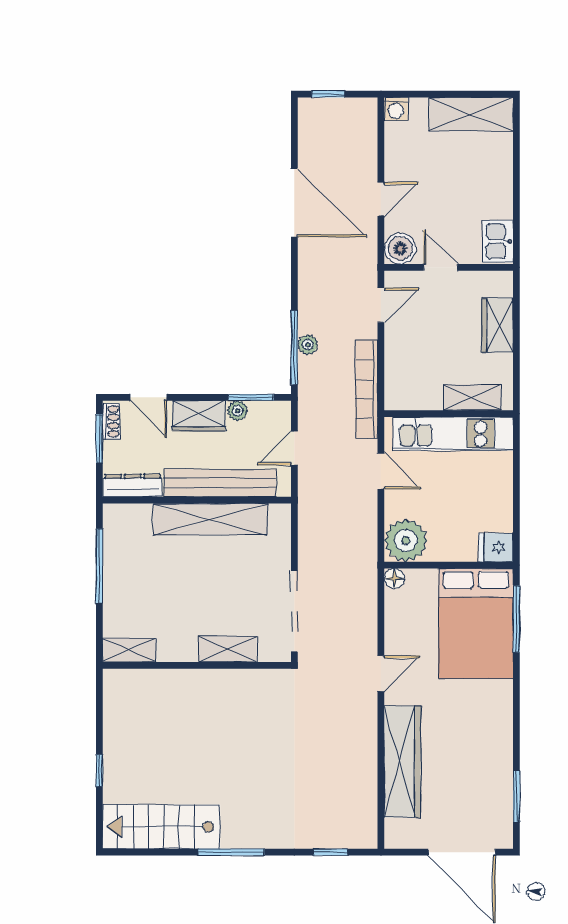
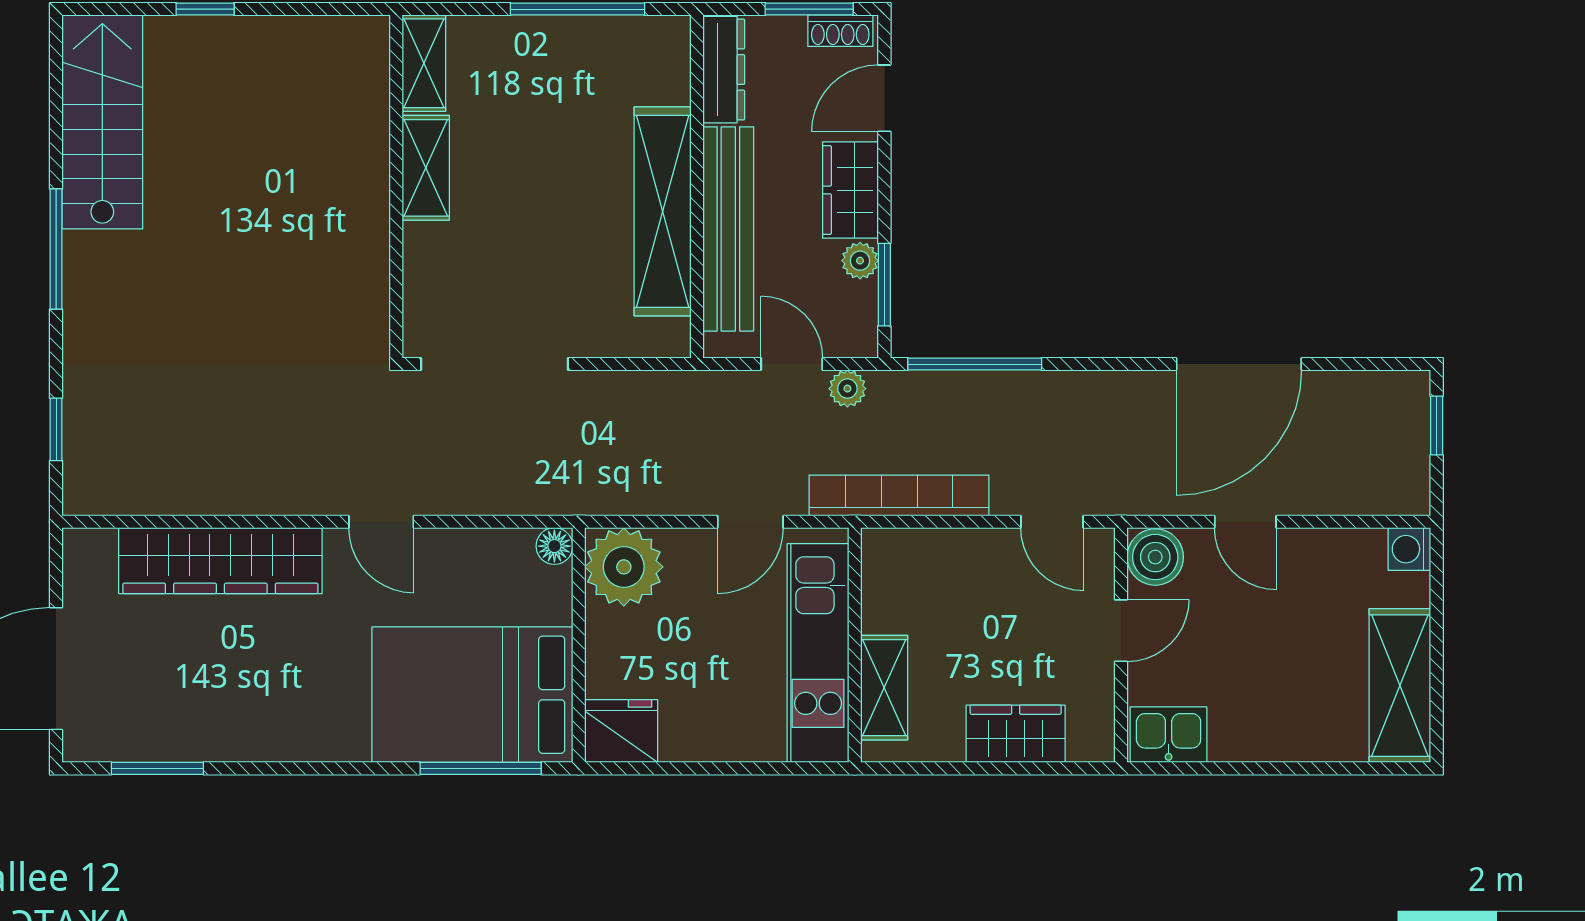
plant: (308, 345) -> (847, 389), moved
fridge: (496, 547) -> (621, 731), width x1.38
shelving: (228, 649) -> (426, 168), moved

